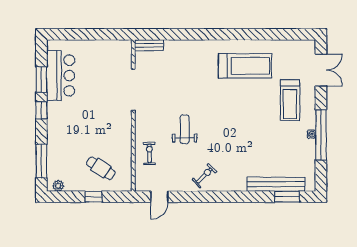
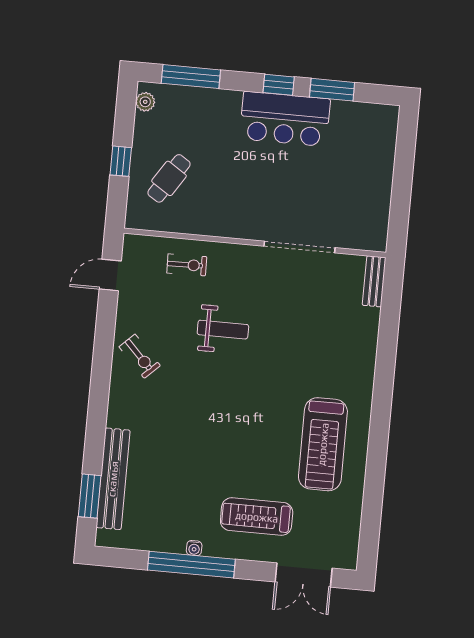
bar counter: (61, 76) -> (285, 119), moved
door: (159, 197) -> (110, 275), hinge flipped

